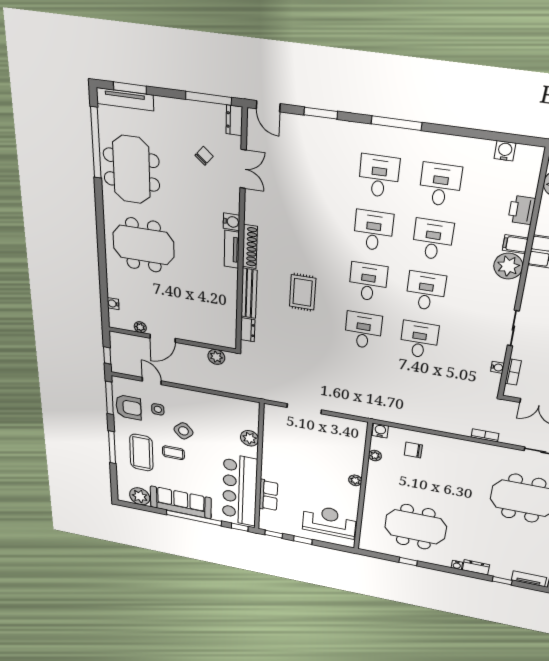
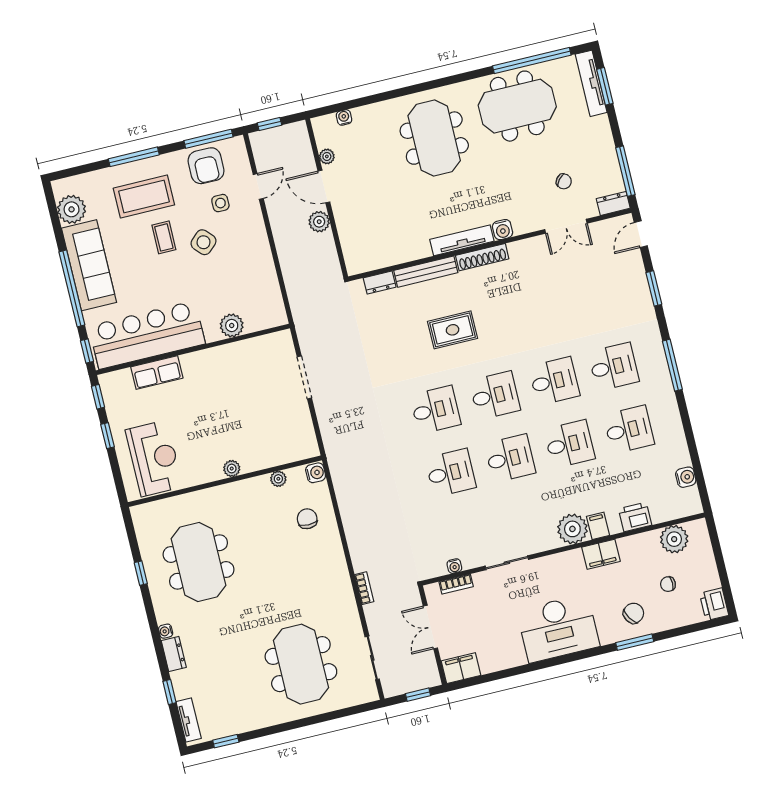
tv unit: (232, 249) -> (462, 240), width x1.41
plant: (216, 357) -> (319, 222), moved

